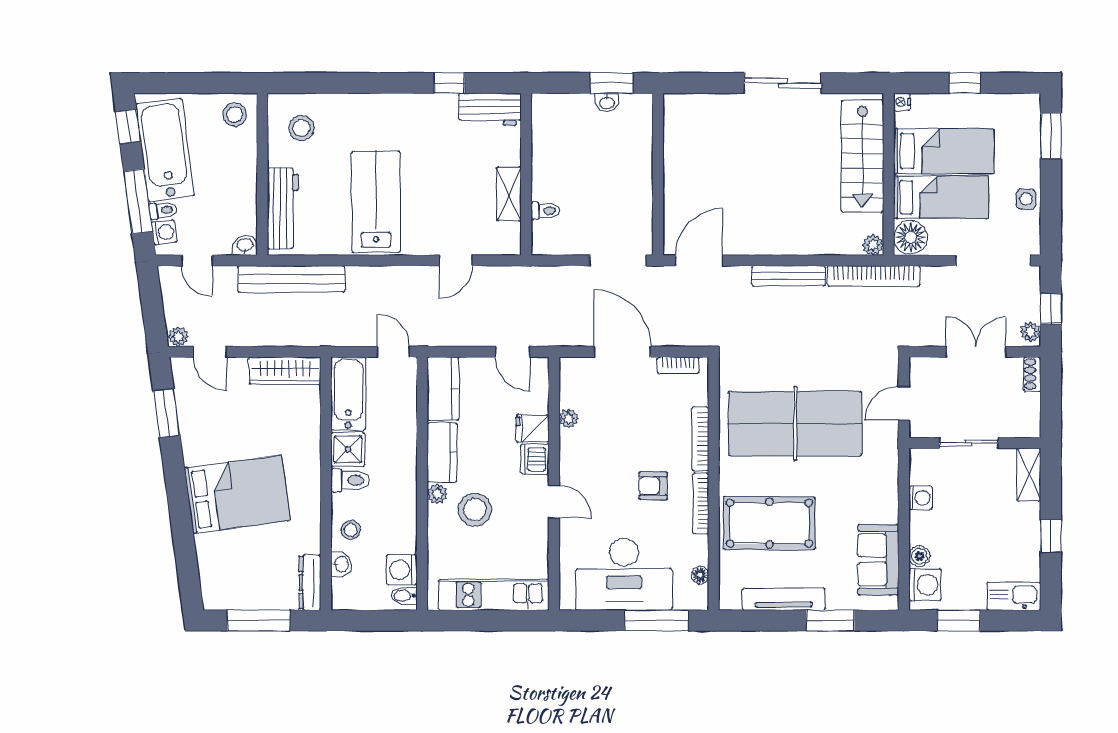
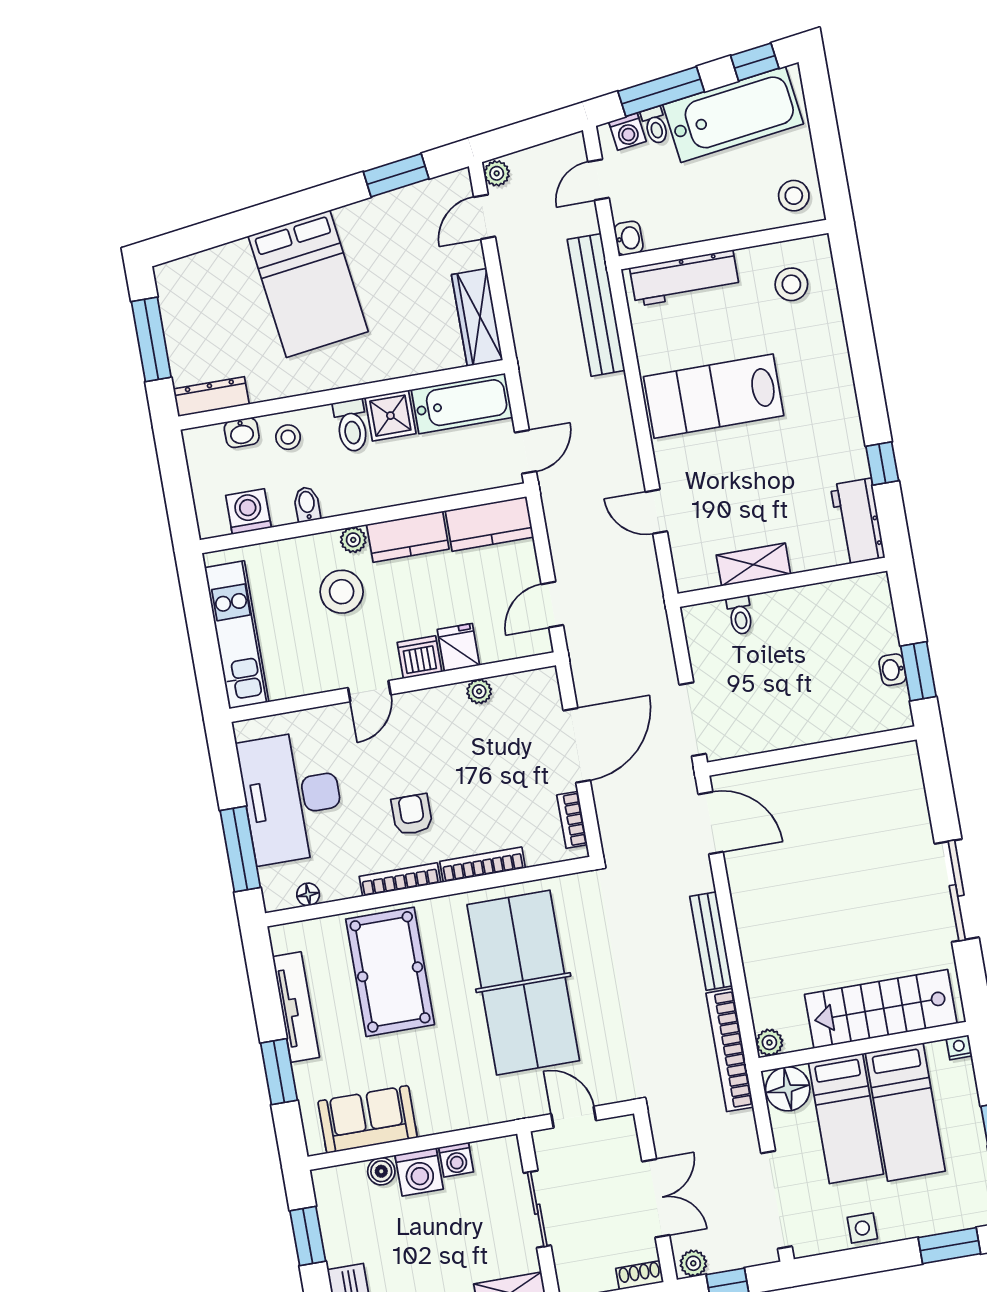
lab bench: (376, 202) -> (714, 396), turned 180
washing machine: (925, 585) -> (419, 1172), moved
bidet: (404, 596) -> (307, 504), moved

